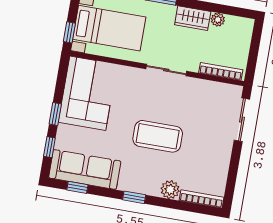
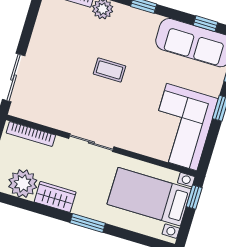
plant: (218, 20) -> (23, 184), width x1.87, depth x1.87
coffee table: (158, 136) -> (110, 70), width x0.54, depth x0.58

